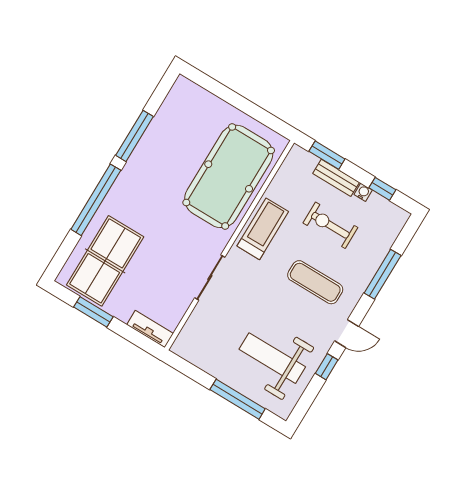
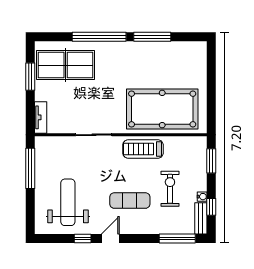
bench: (336, 178) -> (201, 218), moved
treadmill: (263, 229) -> (143, 149), turned 180
window: (383, 274) -> (177, 239), moved
exercise mat: (315, 282) -> (130, 201), turned 90
door: (347, 334) -> (110, 239), swing flipped
window: (238, 399) -> (30, 168), moved

